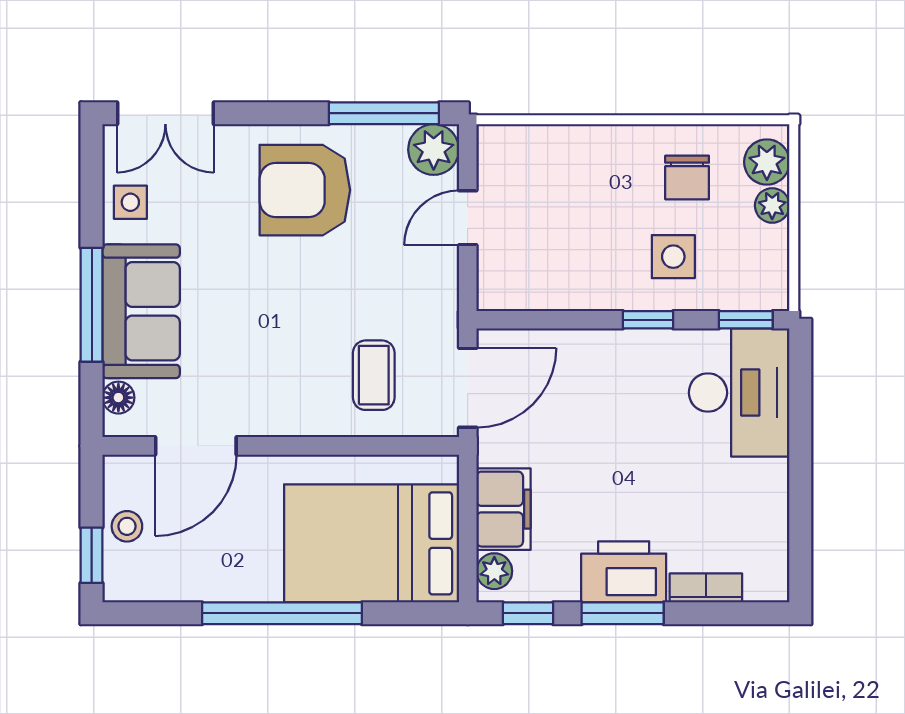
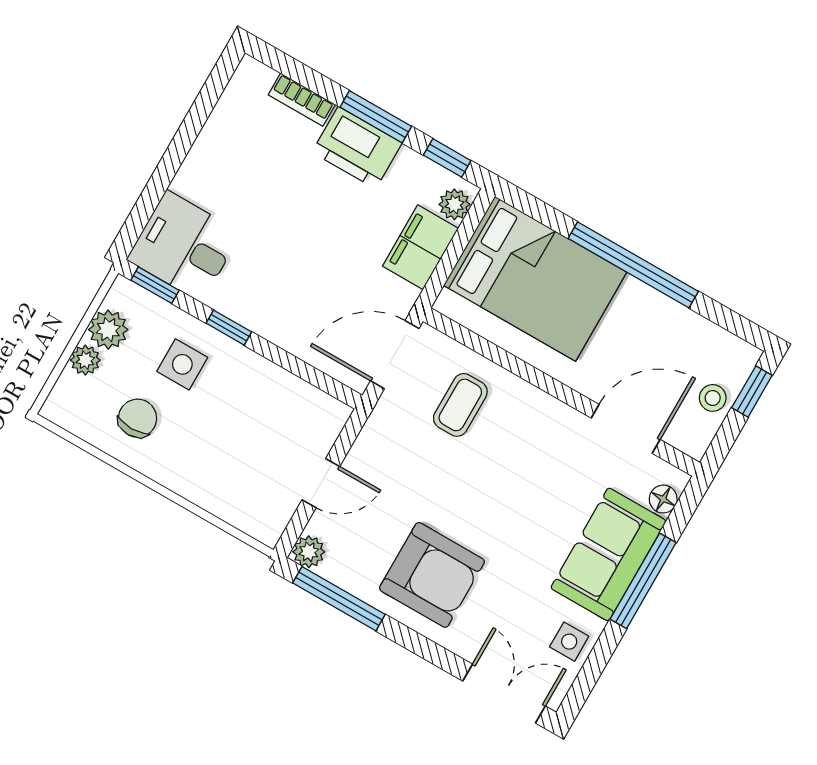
plant: (434, 150) -> (309, 552), width x0.73, depth x0.73
plant: (767, 162) -> (108, 330), moved
desk: (739, 393) -> (184, 246), width x0.73

